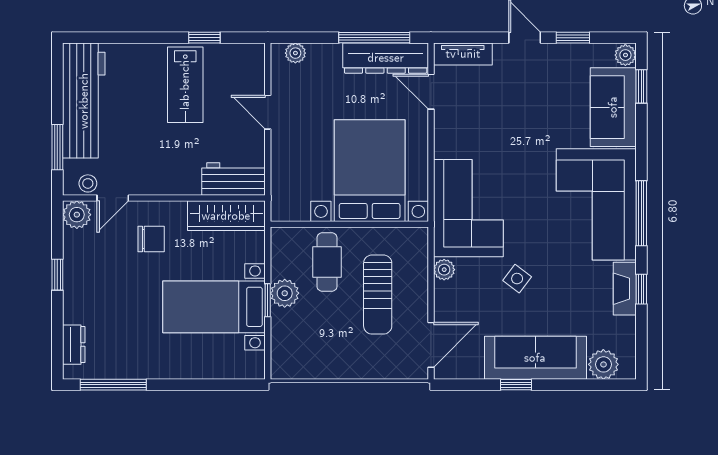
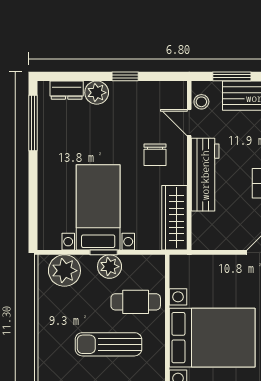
workbench: (233, 179) -> (205, 175), moved, width x1.37
plant: (77, 215) -> (97, 93), moved
plant: (289, 347) -> (64, 271), added

